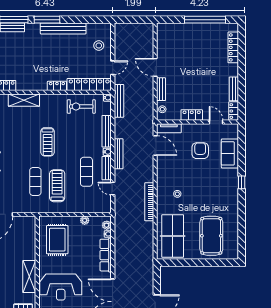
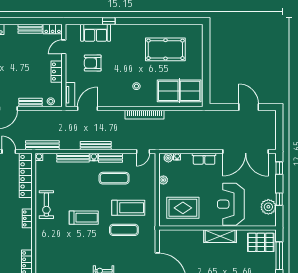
locker: (57, 86) -> (27, 218), moved
shelving: (24, 100) -> (42, 241), removed
exercise bike: (81, 106) -> (46, 205), moved
window: (242, 182) -> (109, 21), moved
treadmill: (57, 186) -> (128, 208), turned 180
door: (113, 189) -> (143, 152), moved
pool table: (211, 236) -> (165, 49), moved
row of seats: (106, 255) -> (204, 159), width x0.68
reception desk: (61, 287) -> (231, 204), turned 180

